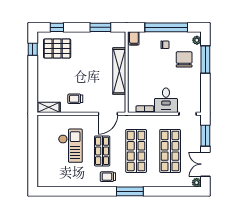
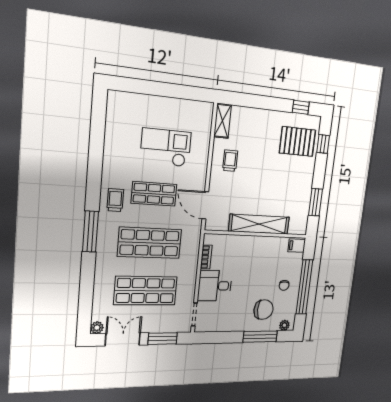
pallet: (57, 49) -> (297, 142), turned 90
checkout: (70, 146) -> (166, 148), turned 180

